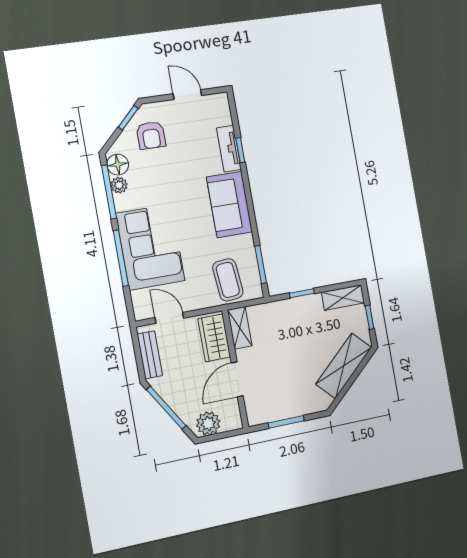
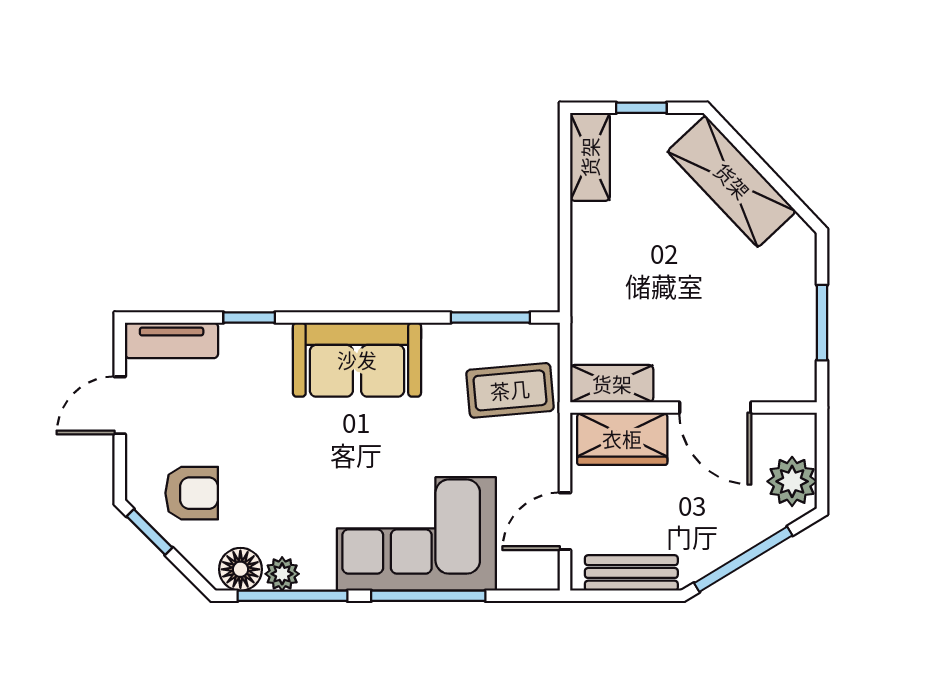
tv unit: (229, 149) -> (172, 340), moved
window: (302, 293) -> (565, 242), removed

